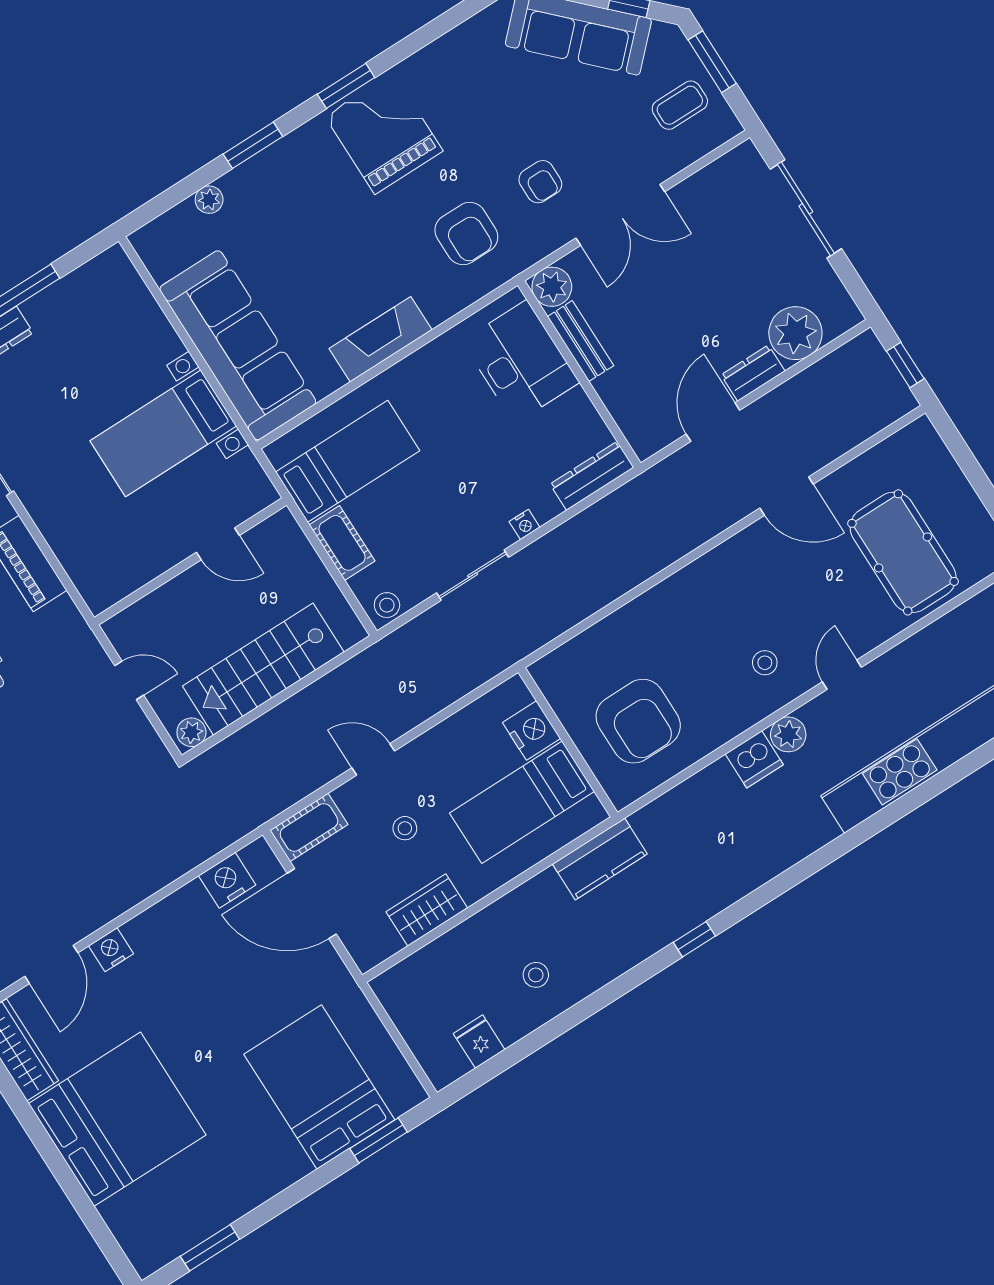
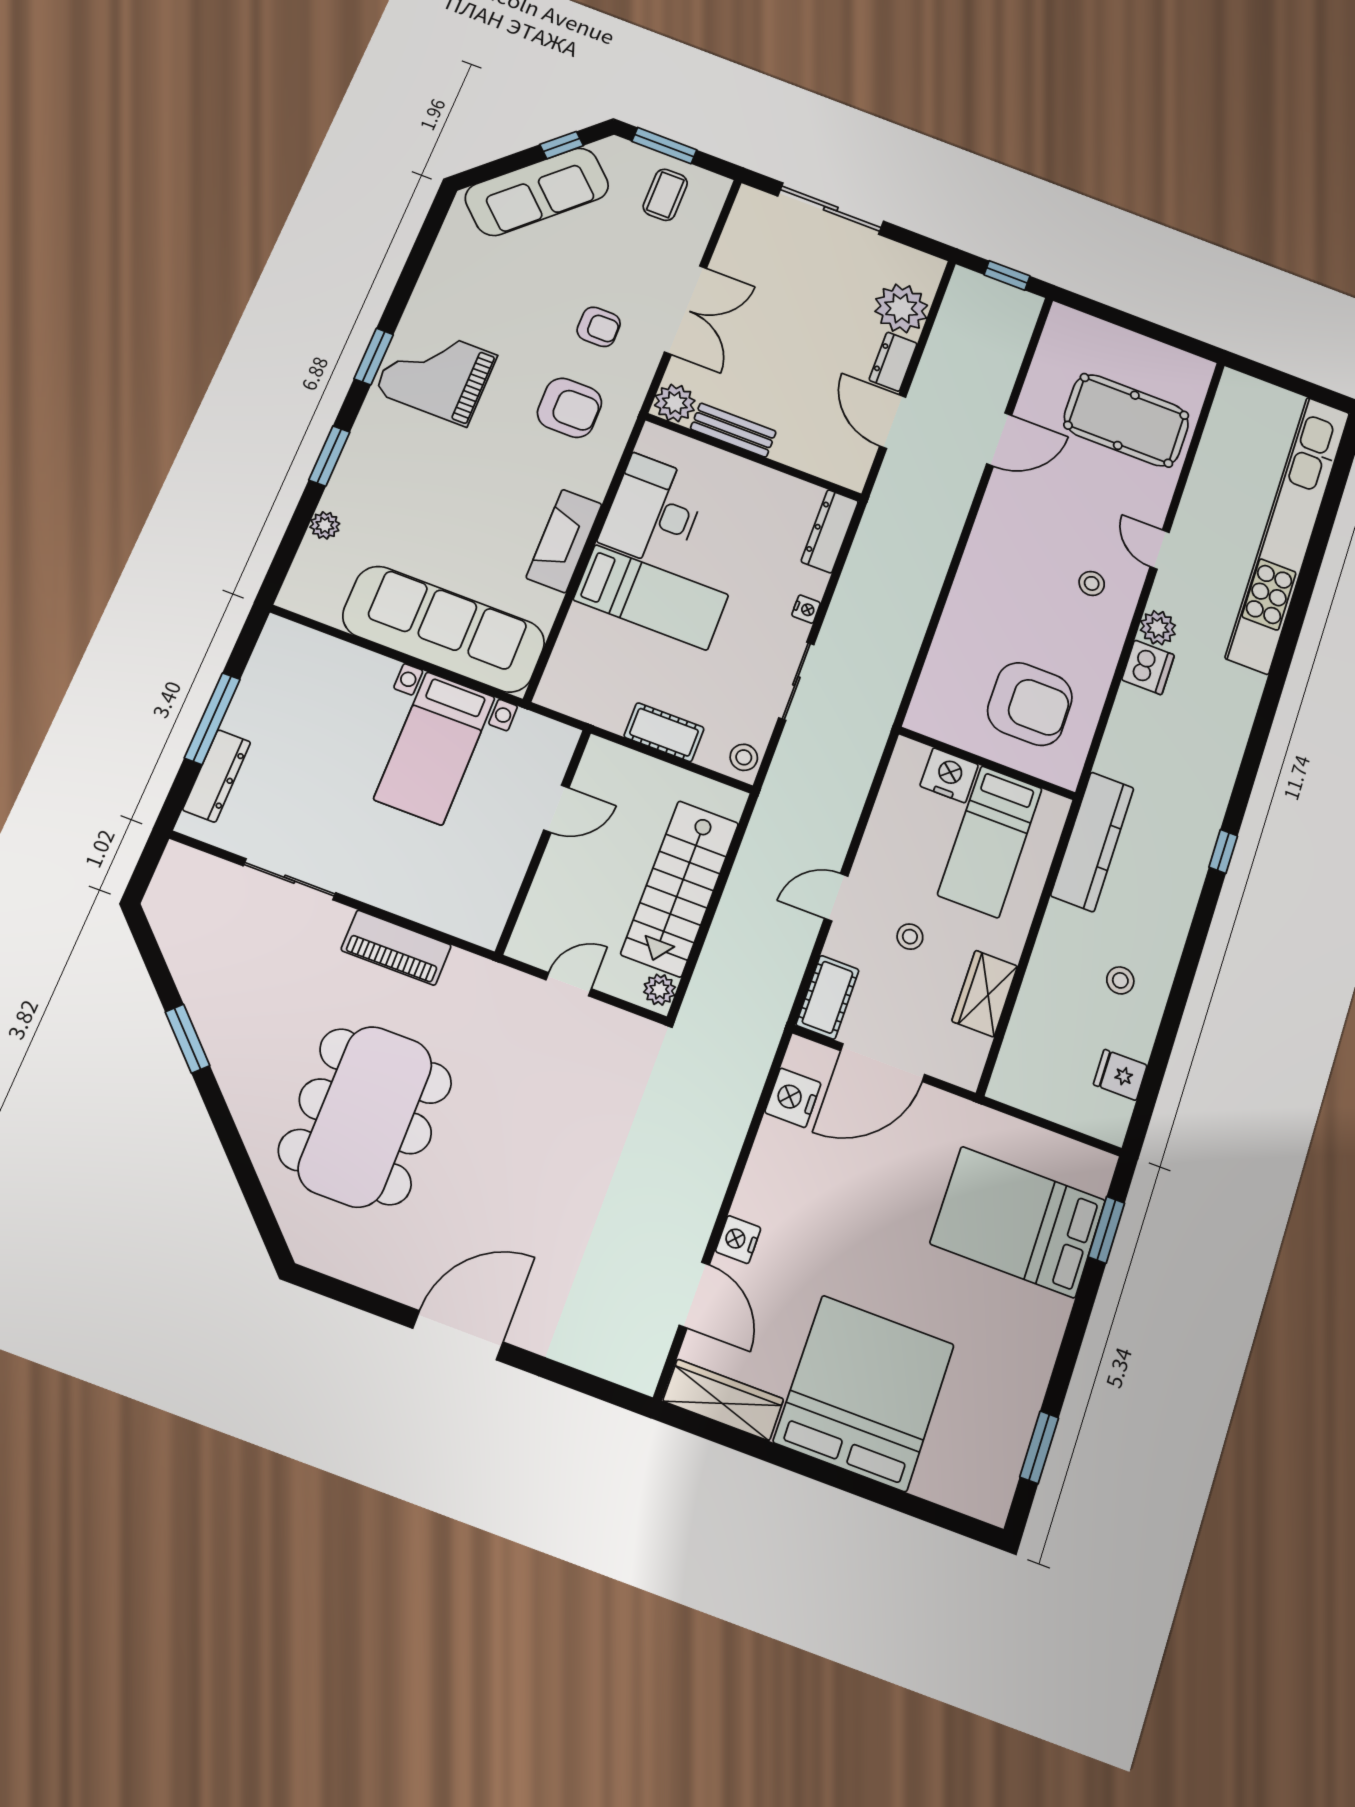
desk: (520, 362) -> (653, 511), moved, turned -90
bed: (348, 461) -> (651, 597), moved, turned 90
kitchen counter: (600, 859) -> (1092, 842), width x1.50

